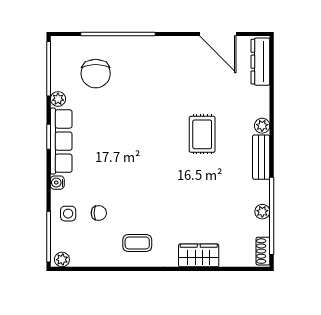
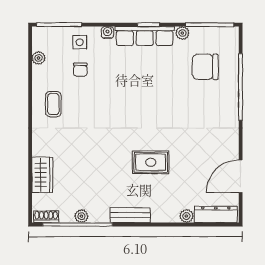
plant: (262, 126) -> (186, 216), moved
wardrobe: (199, 255) -> (42, 175), moved
plant: (62, 260) -> (39, 58), moved

